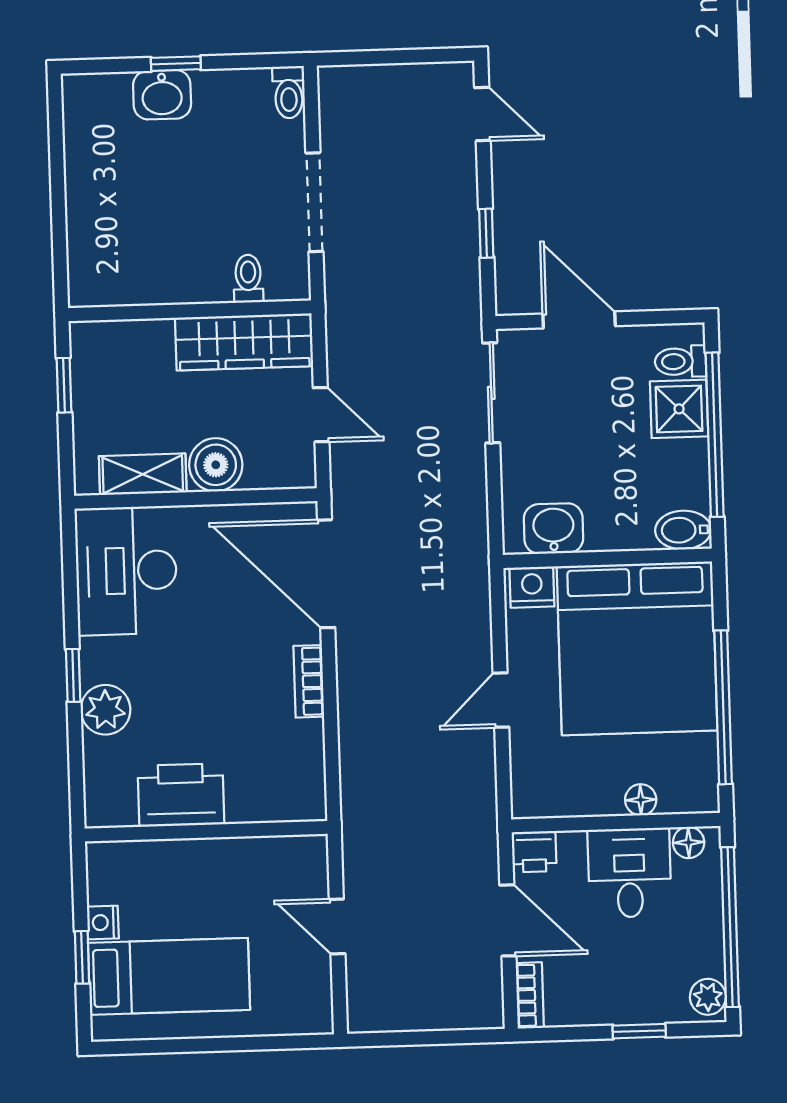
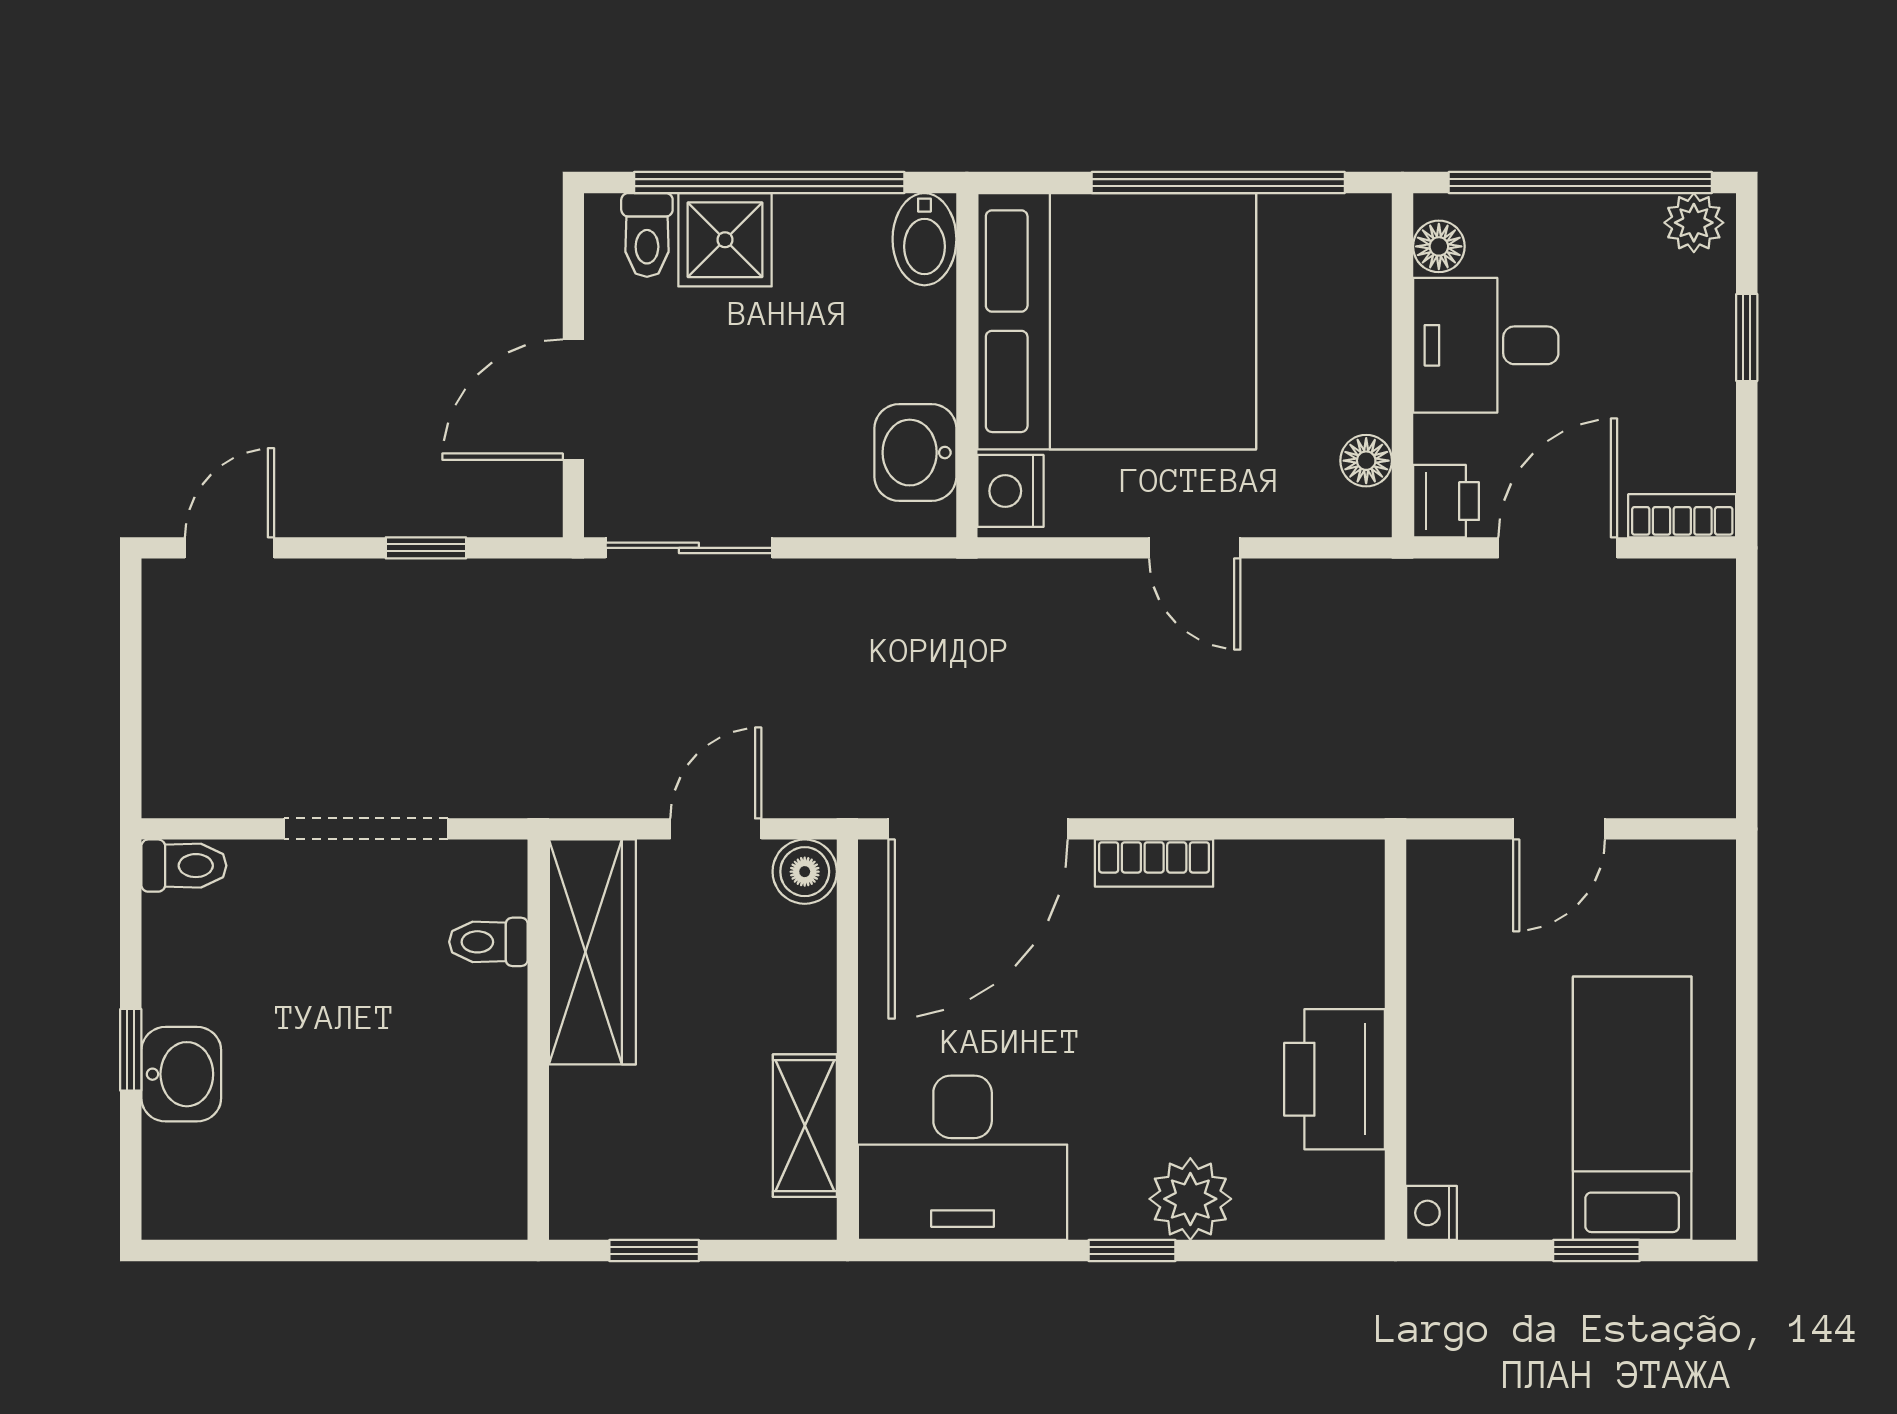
boiler: (216, 465) -> (805, 872), moved, width x0.73, depth x0.73
floor lamp: (641, 800) -> (1366, 461), moved
nightstand: (103, 923) -> (1431, 1213), moved, turned 90

